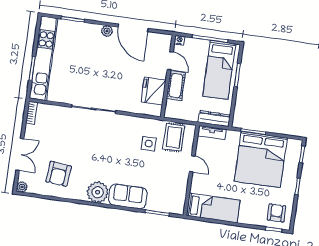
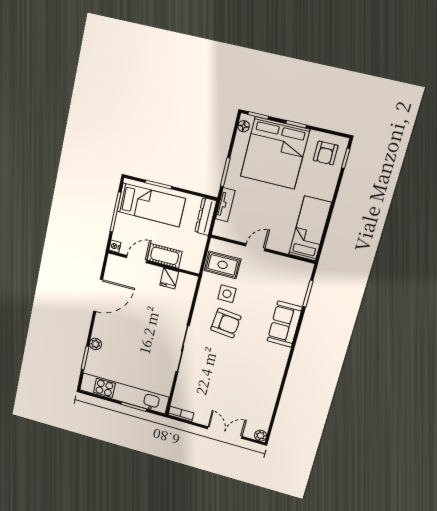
plant: (107, 31) -> (95, 344), moved
fridge: (154, 91) -> (169, 278), width x0.53, depth x0.75
tv unit: (212, 132) -> (225, 205), moved
floor lamp: (292, 143) -> (244, 126), added
bed: (261, 159) -> (275, 153), moved, turned 90
armchair: (58, 174) -> (226, 323), moved
plant: (98, 192) -> (276, 357), removed
armchair: (276, 213) -> (326, 153), turned -90

